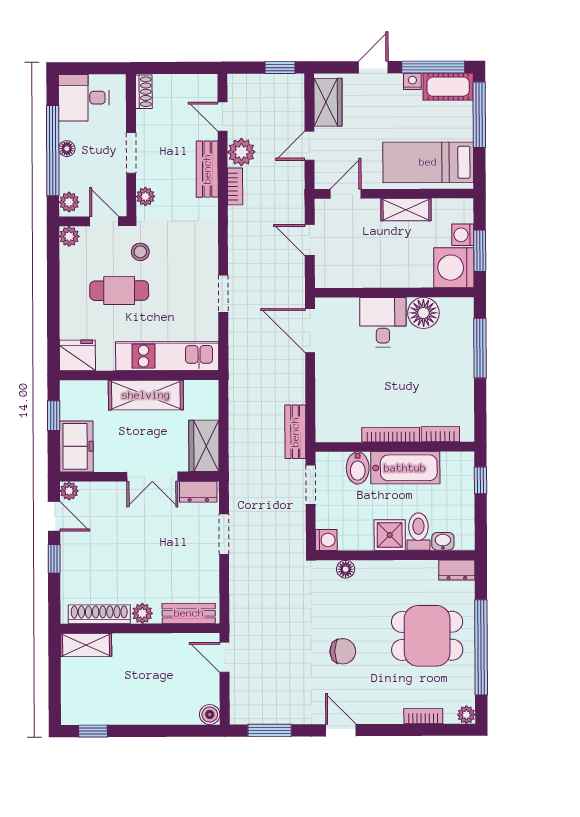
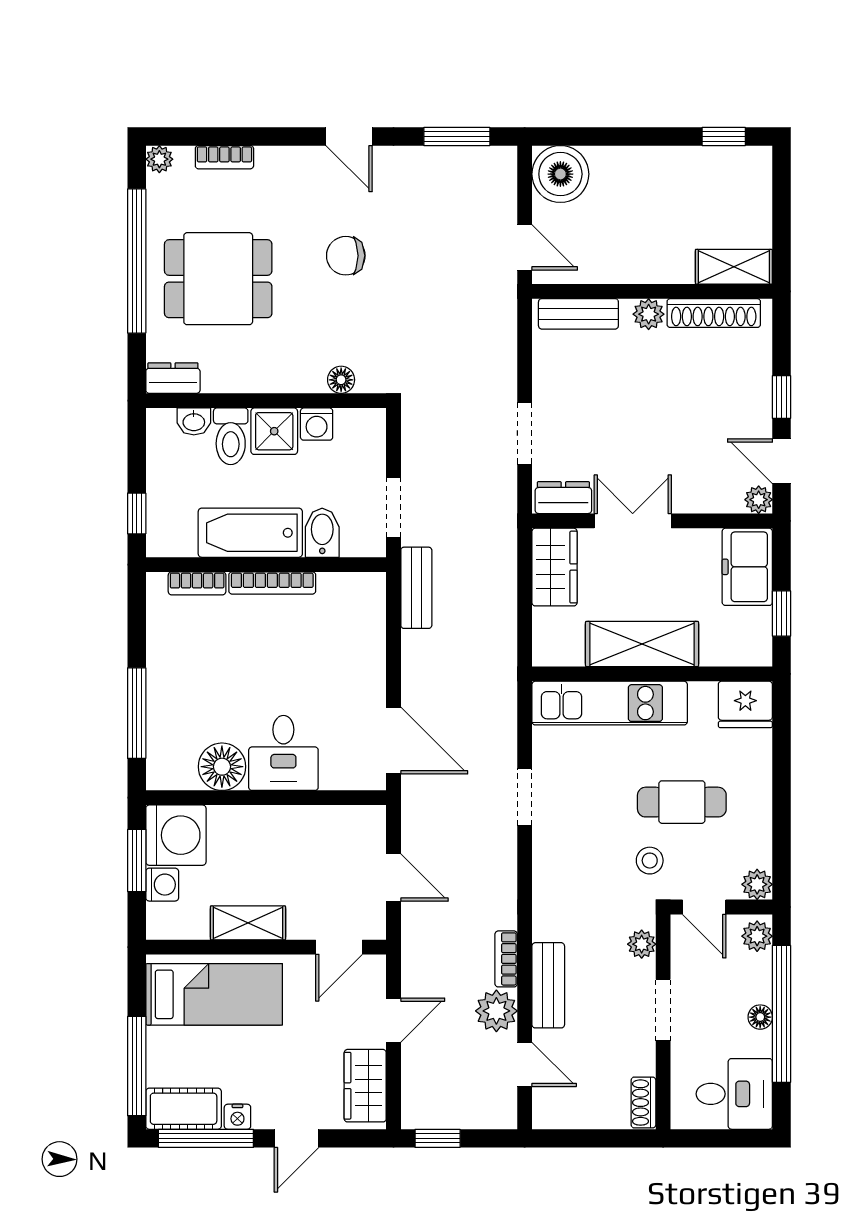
washing machine: (326, 540) -> (317, 424), moved, turned -90
boiler: (210, 715) -> (560, 174), width x1.86, depth x1.86

